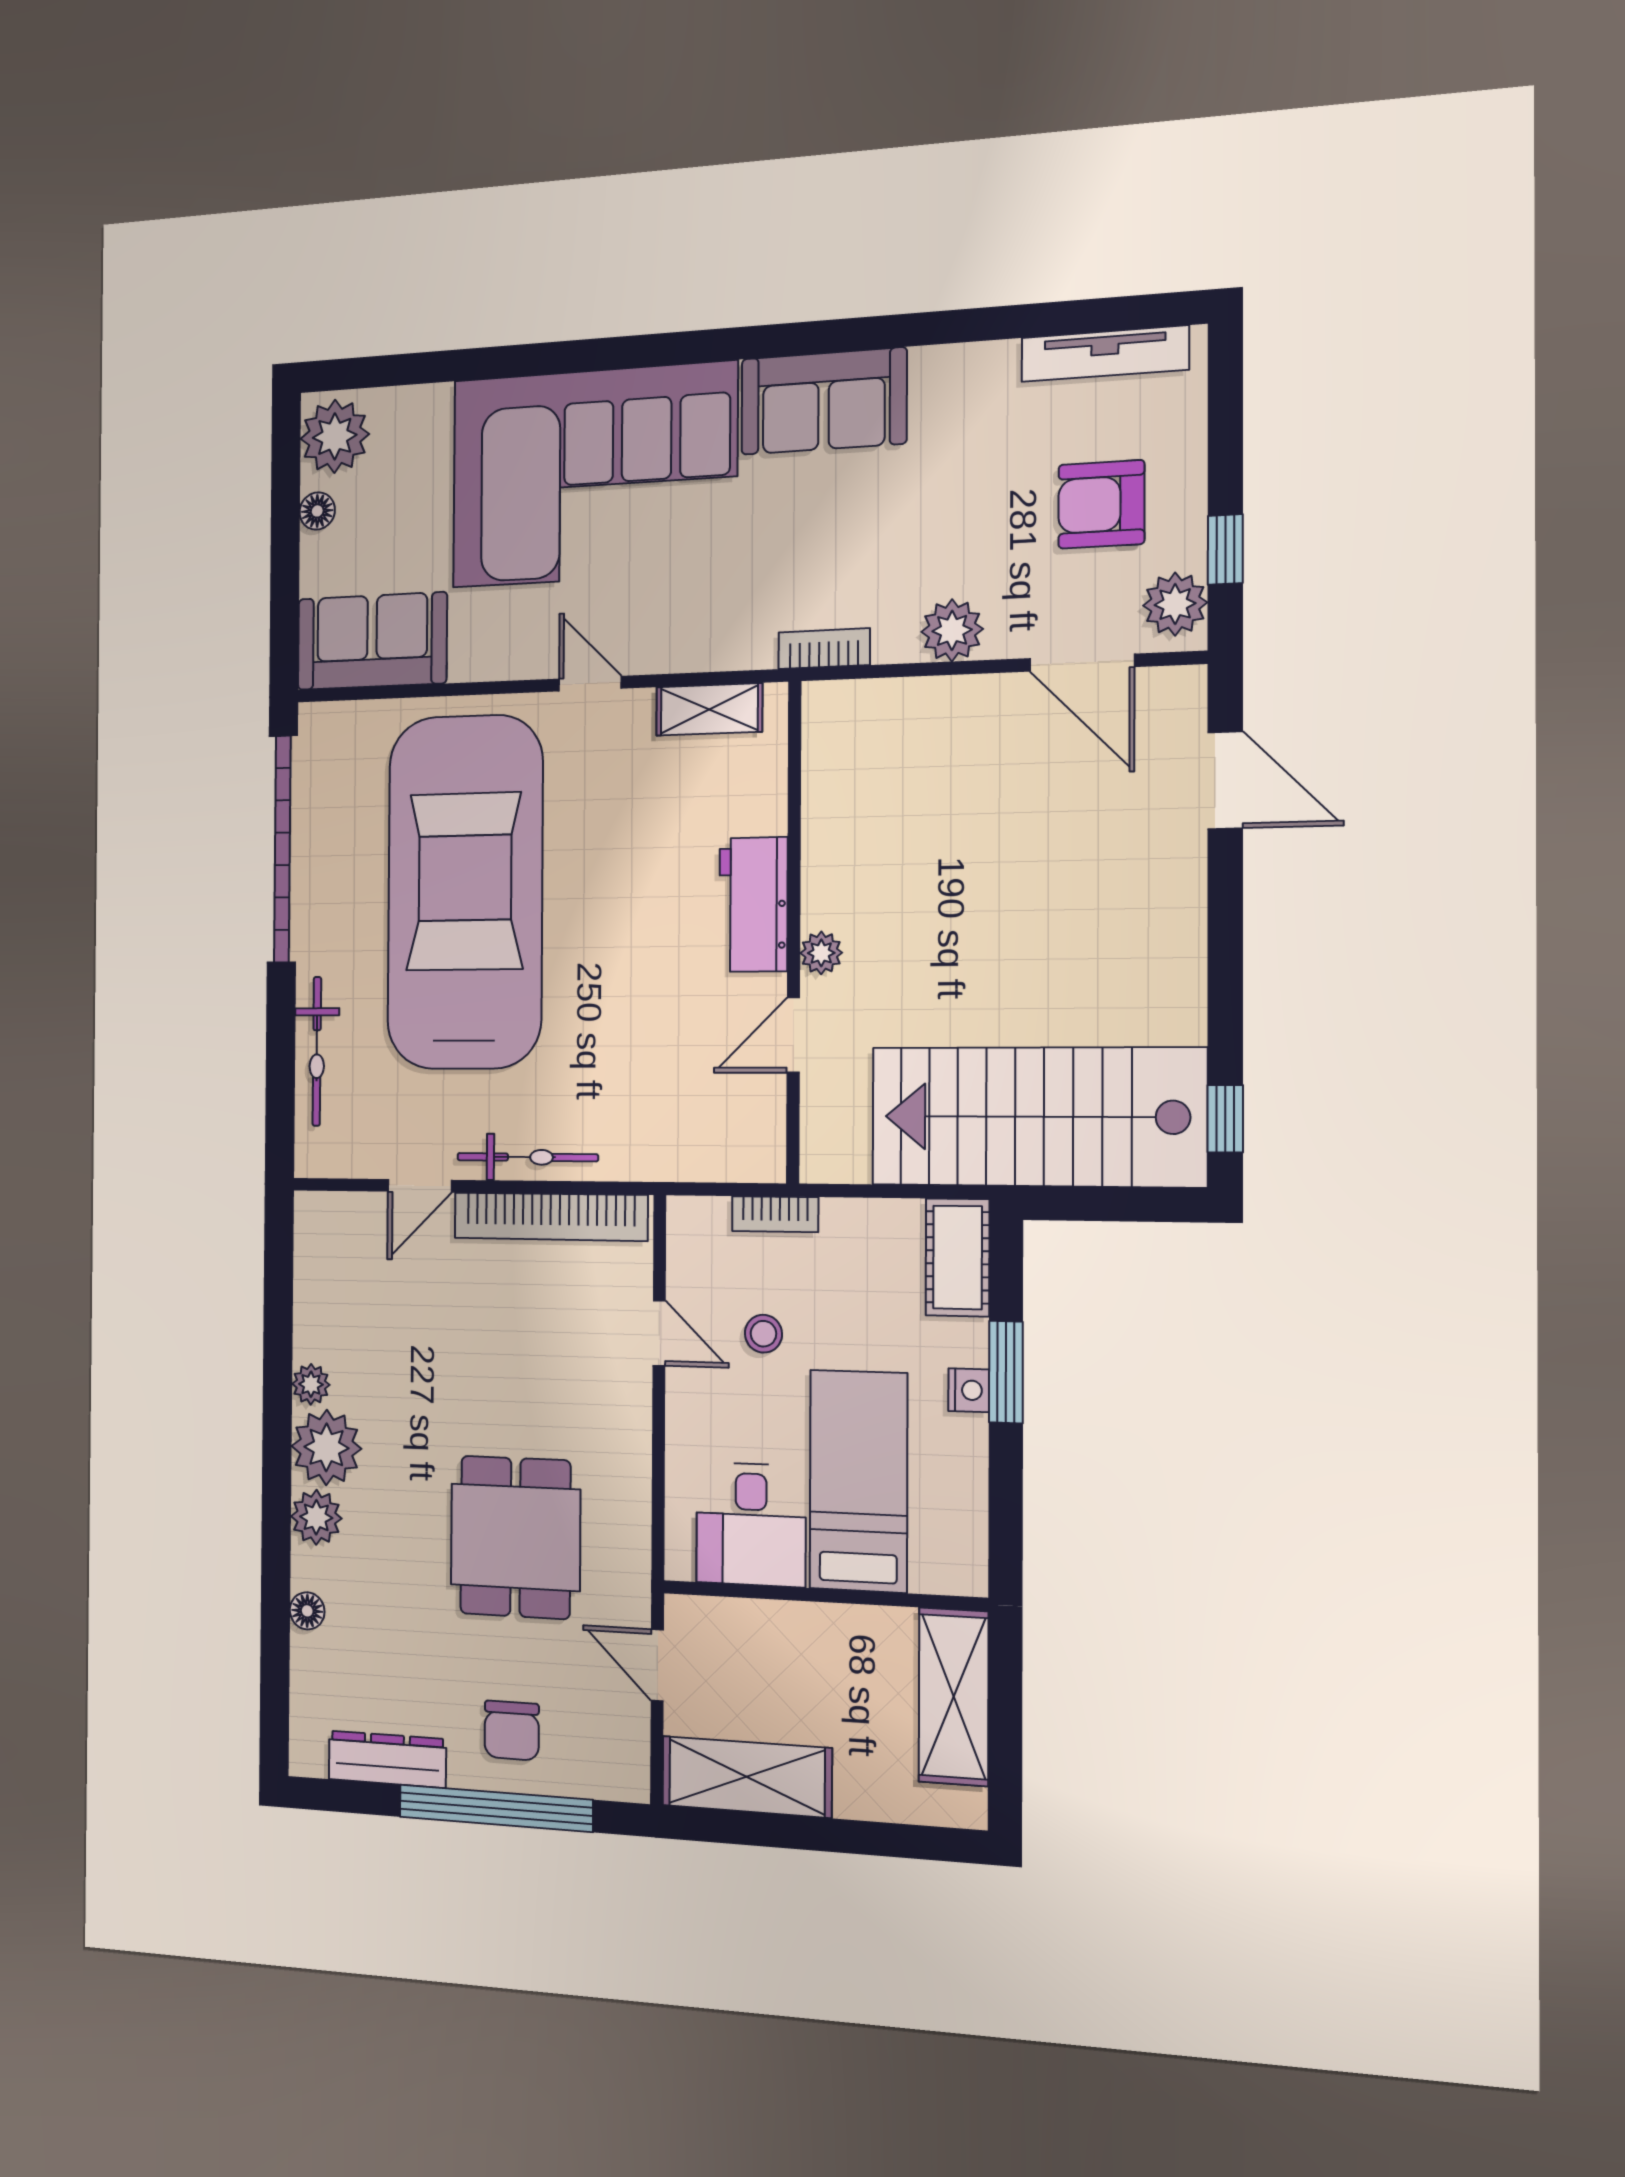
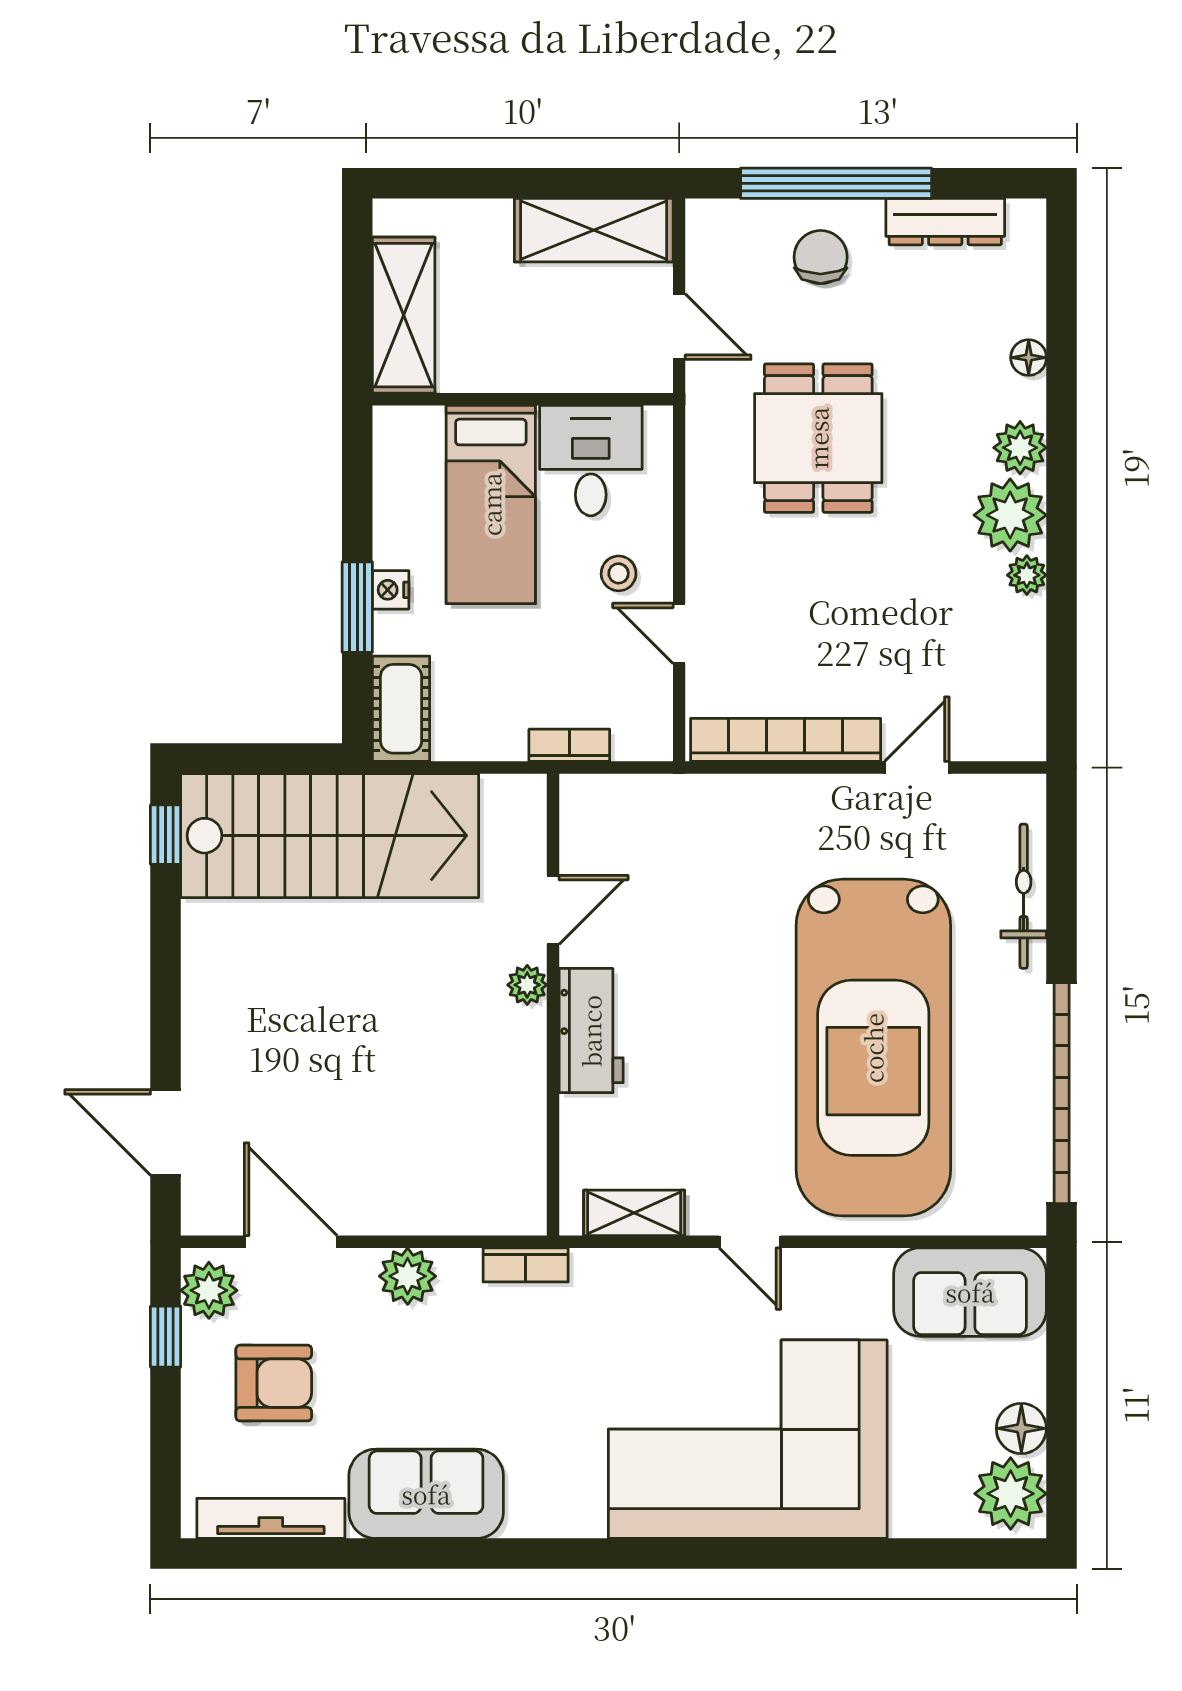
sofa: (824, 401) -> (426, 1494), moved
floor lamp: (317, 511) -> (1021, 1428), width x1.37, depth x1.37
bicycle: (527, 1157) -> (809, 796), removed
stool: (763, 1334) -> (619, 573), moved

